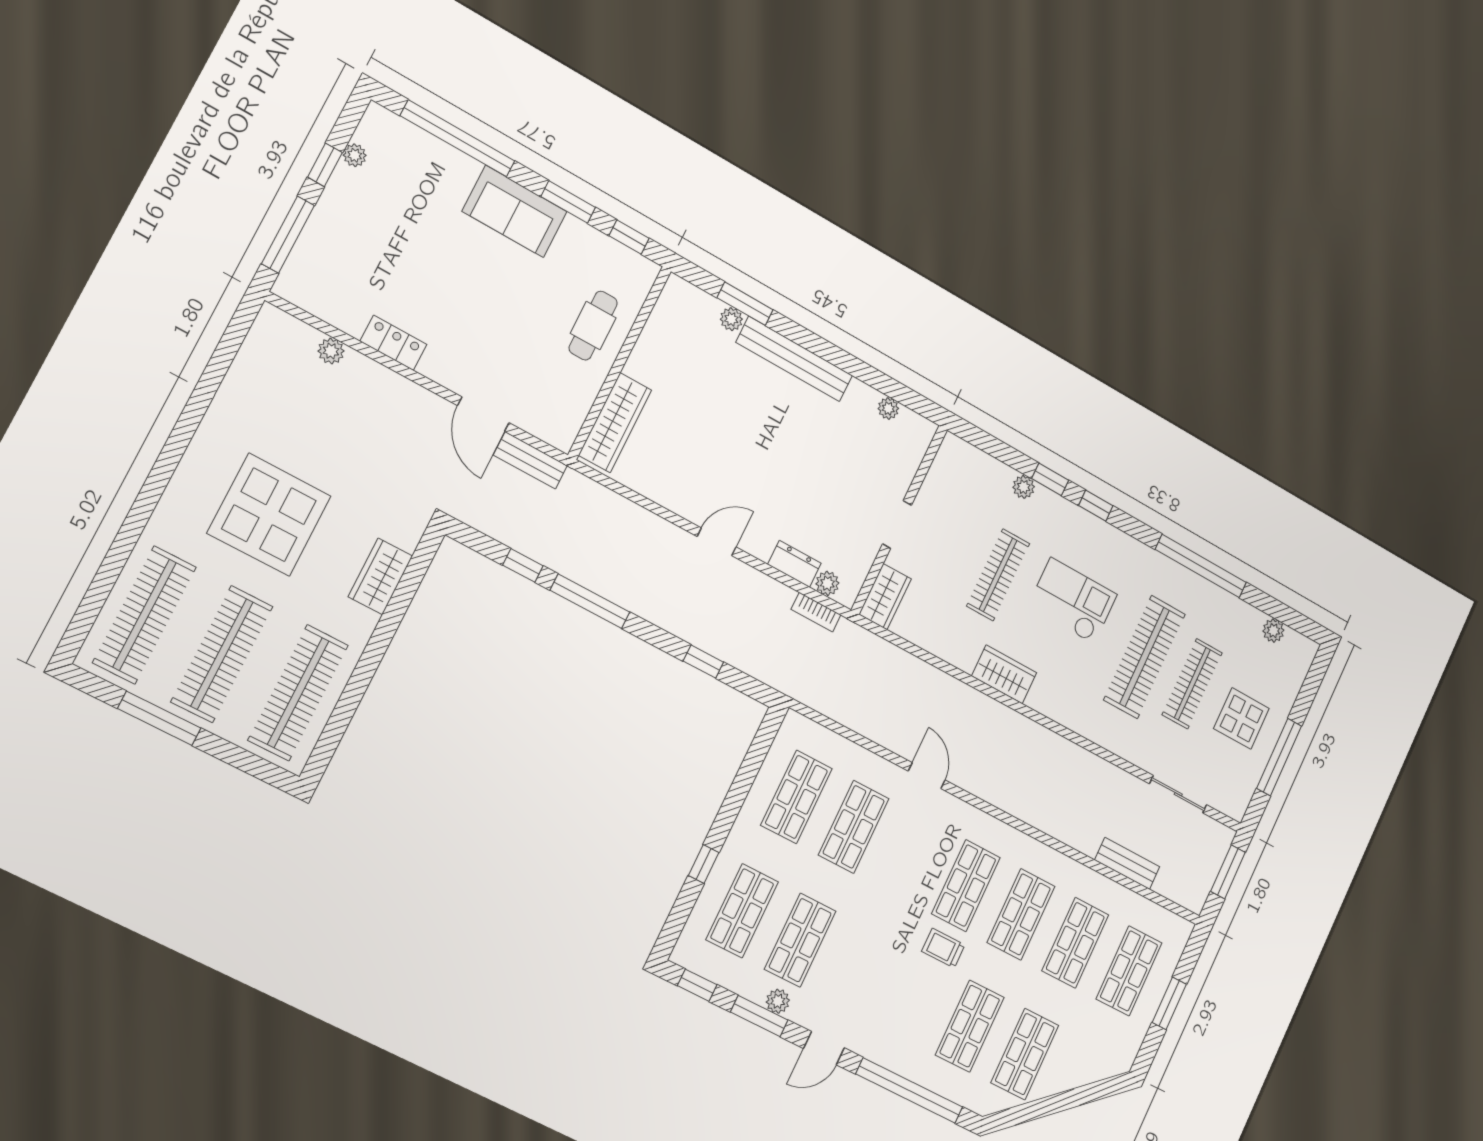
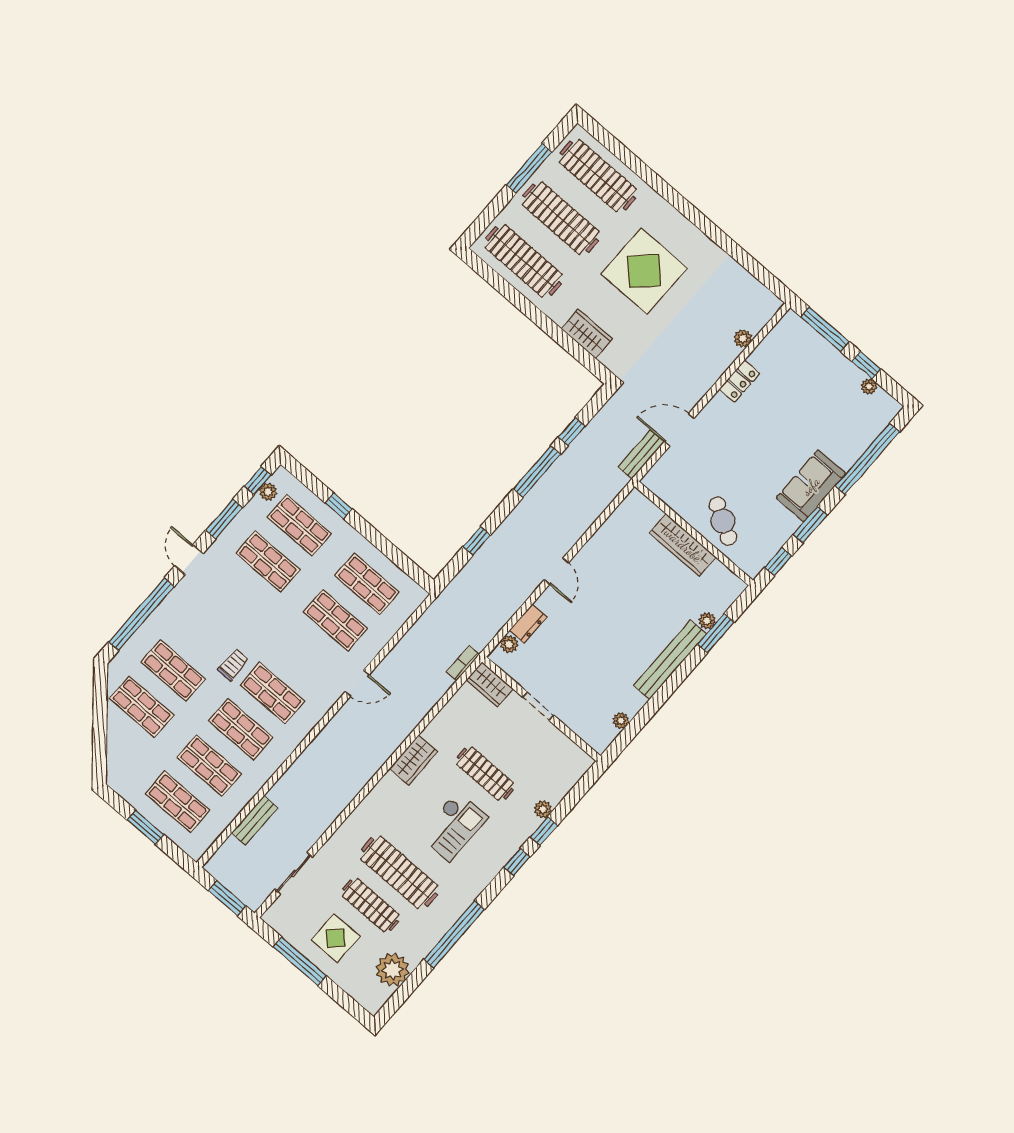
cafe table: (593, 326) -> (723, 521), turned 30
wardrobe: (615, 423) -> (683, 545), moved
bookcase: (816, 612) -> (463, 663), moved
plant: (1273, 631) -> (392, 970), width x1.87, depth x1.87
plant: (778, 1001) -> (268, 492), moved

